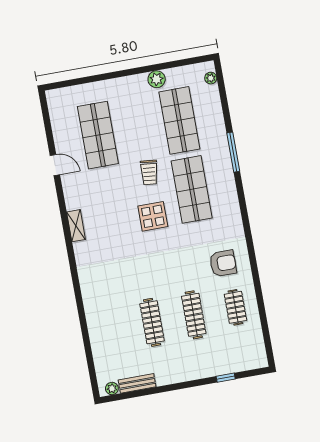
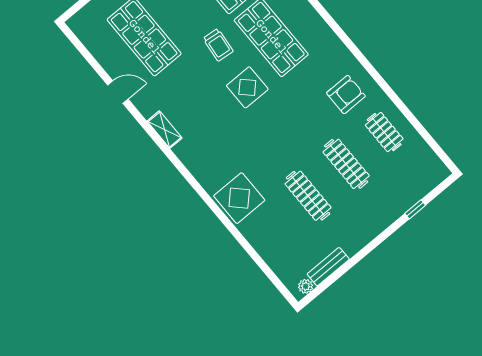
shelving: (76, 226) -> (165, 130), moved
display table: (100, 295) -> (239, 198), added

